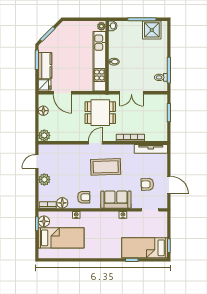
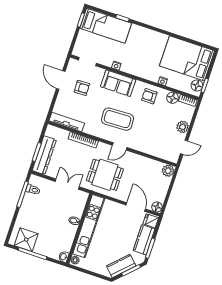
kitchen counter: (58, 35) -> (121, 266), added
floor lamp: (43, 111) -> (157, 207), moved
dresser: (161, 112) -> (44, 155), added
bed: (61, 238) -> (187, 58), width x1.50

